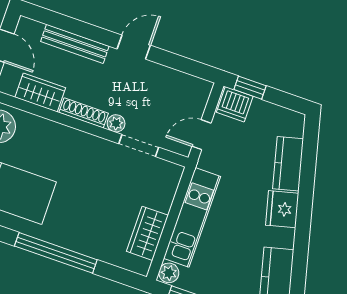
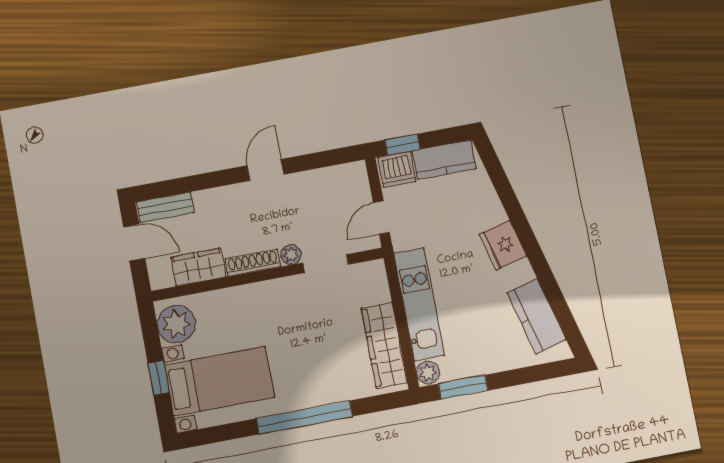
bench: (75, 44) -> (165, 207), moved, width x0.73
kitchen counter: (288, 164) -> (444, 160), moved, turned -76
wardrobe: (147, 233) -> (384, 345), width x1.50

